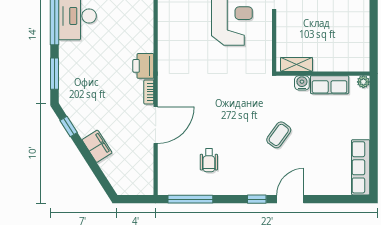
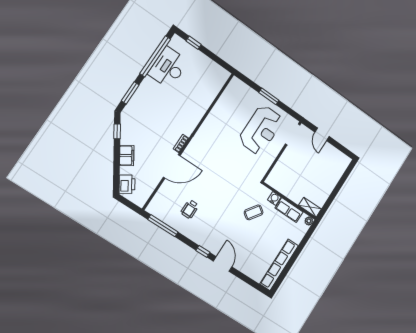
shelving: (296, 65) -> (310, 207), moved
printer: (143, 66) -> (127, 184), moved, turned 147
coffee table: (279, 135) -> (254, 212), moved
row of seats: (361, 167) -> (279, 265), width x1.36
door: (290, 199) -> (223, 264), hinge flipped

